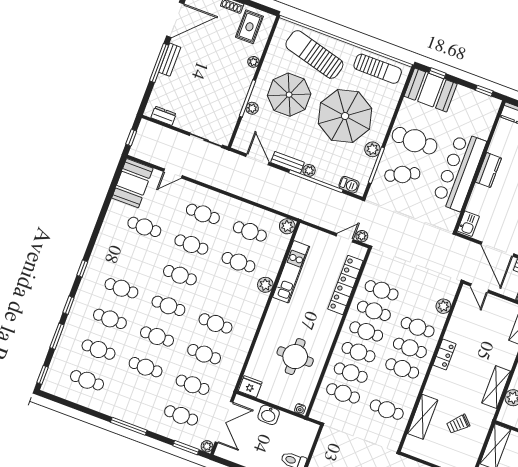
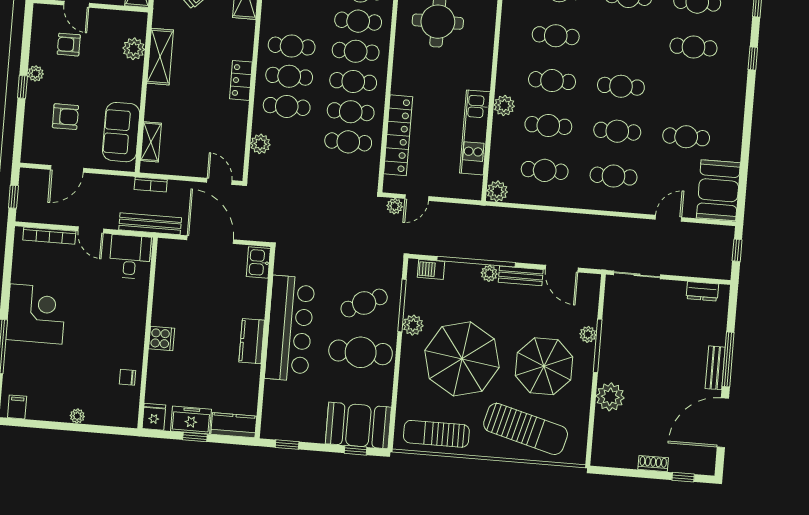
rug: (249, 27) -> (622, 441), removed
plant: (253, 62) -> (610, 397), width x1.88, depth x1.88
cafe table: (168, 306) -> (552, 81), moved

